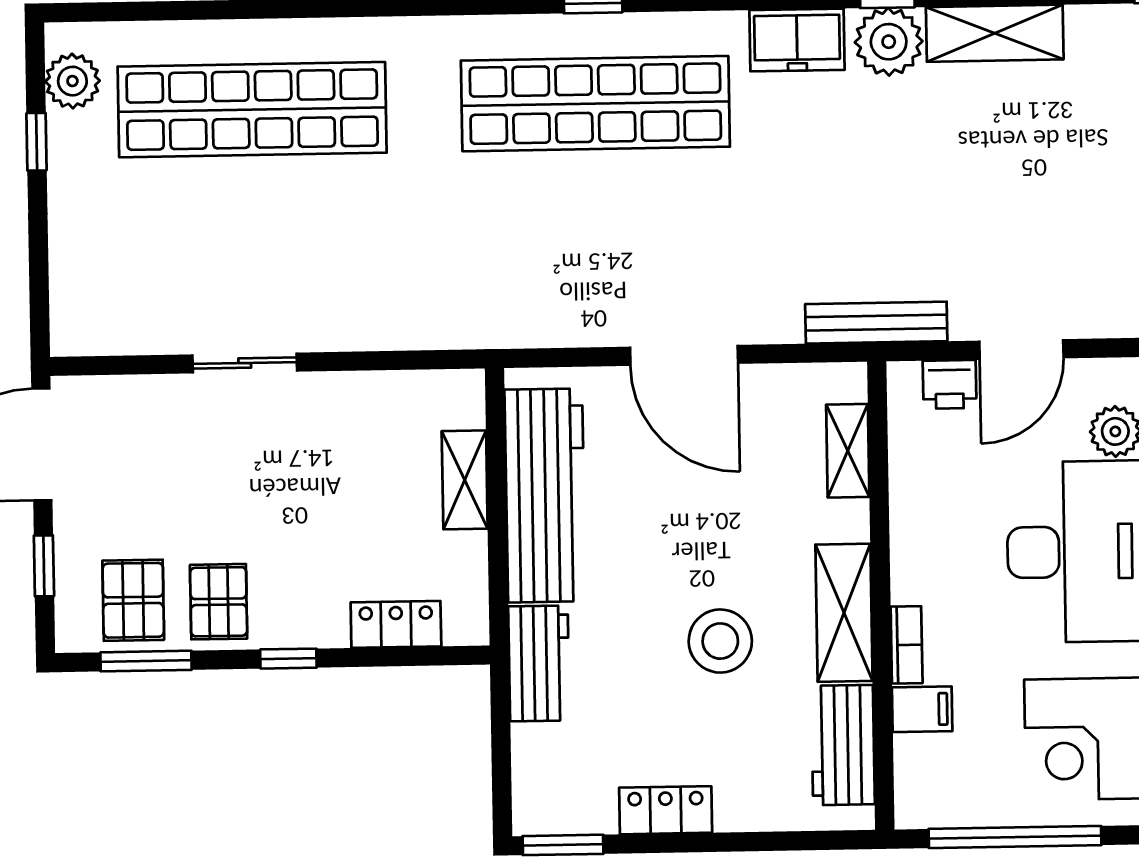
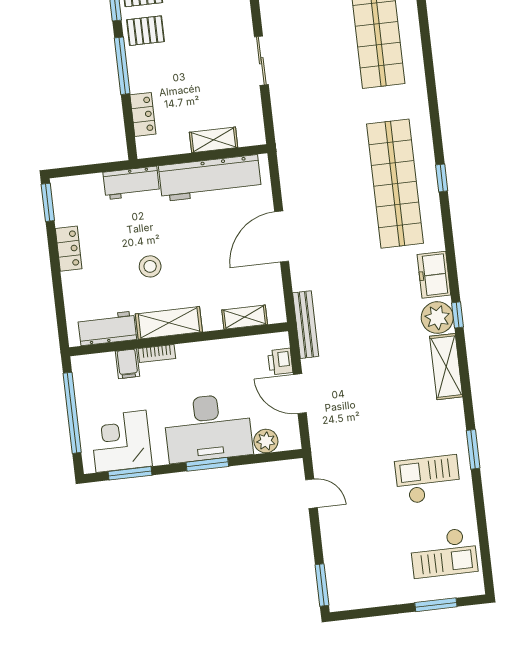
sliding door: (245, 363) -> (261, 61), moved
stool: (720, 641) -> (150, 266), width x0.73, depth x0.73
window: (288, 659) -> (122, 66), width x2.17

